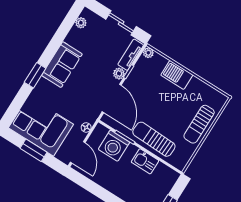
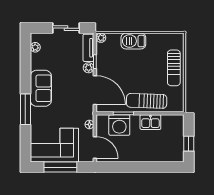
window: (35, 75) -> (25, 109), width x1.44
window: (34, 150) -> (60, 167), width x1.44

